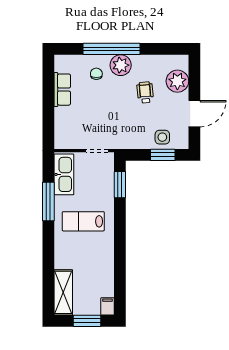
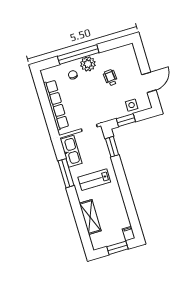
plant: (177, 81) -> (131, 63), removed
row of seats: (62, 90) -> (56, 105), width x2.02
window: (163, 155) -> (126, 120), moved
shelving: (63, 292) -> (90, 217), moved

